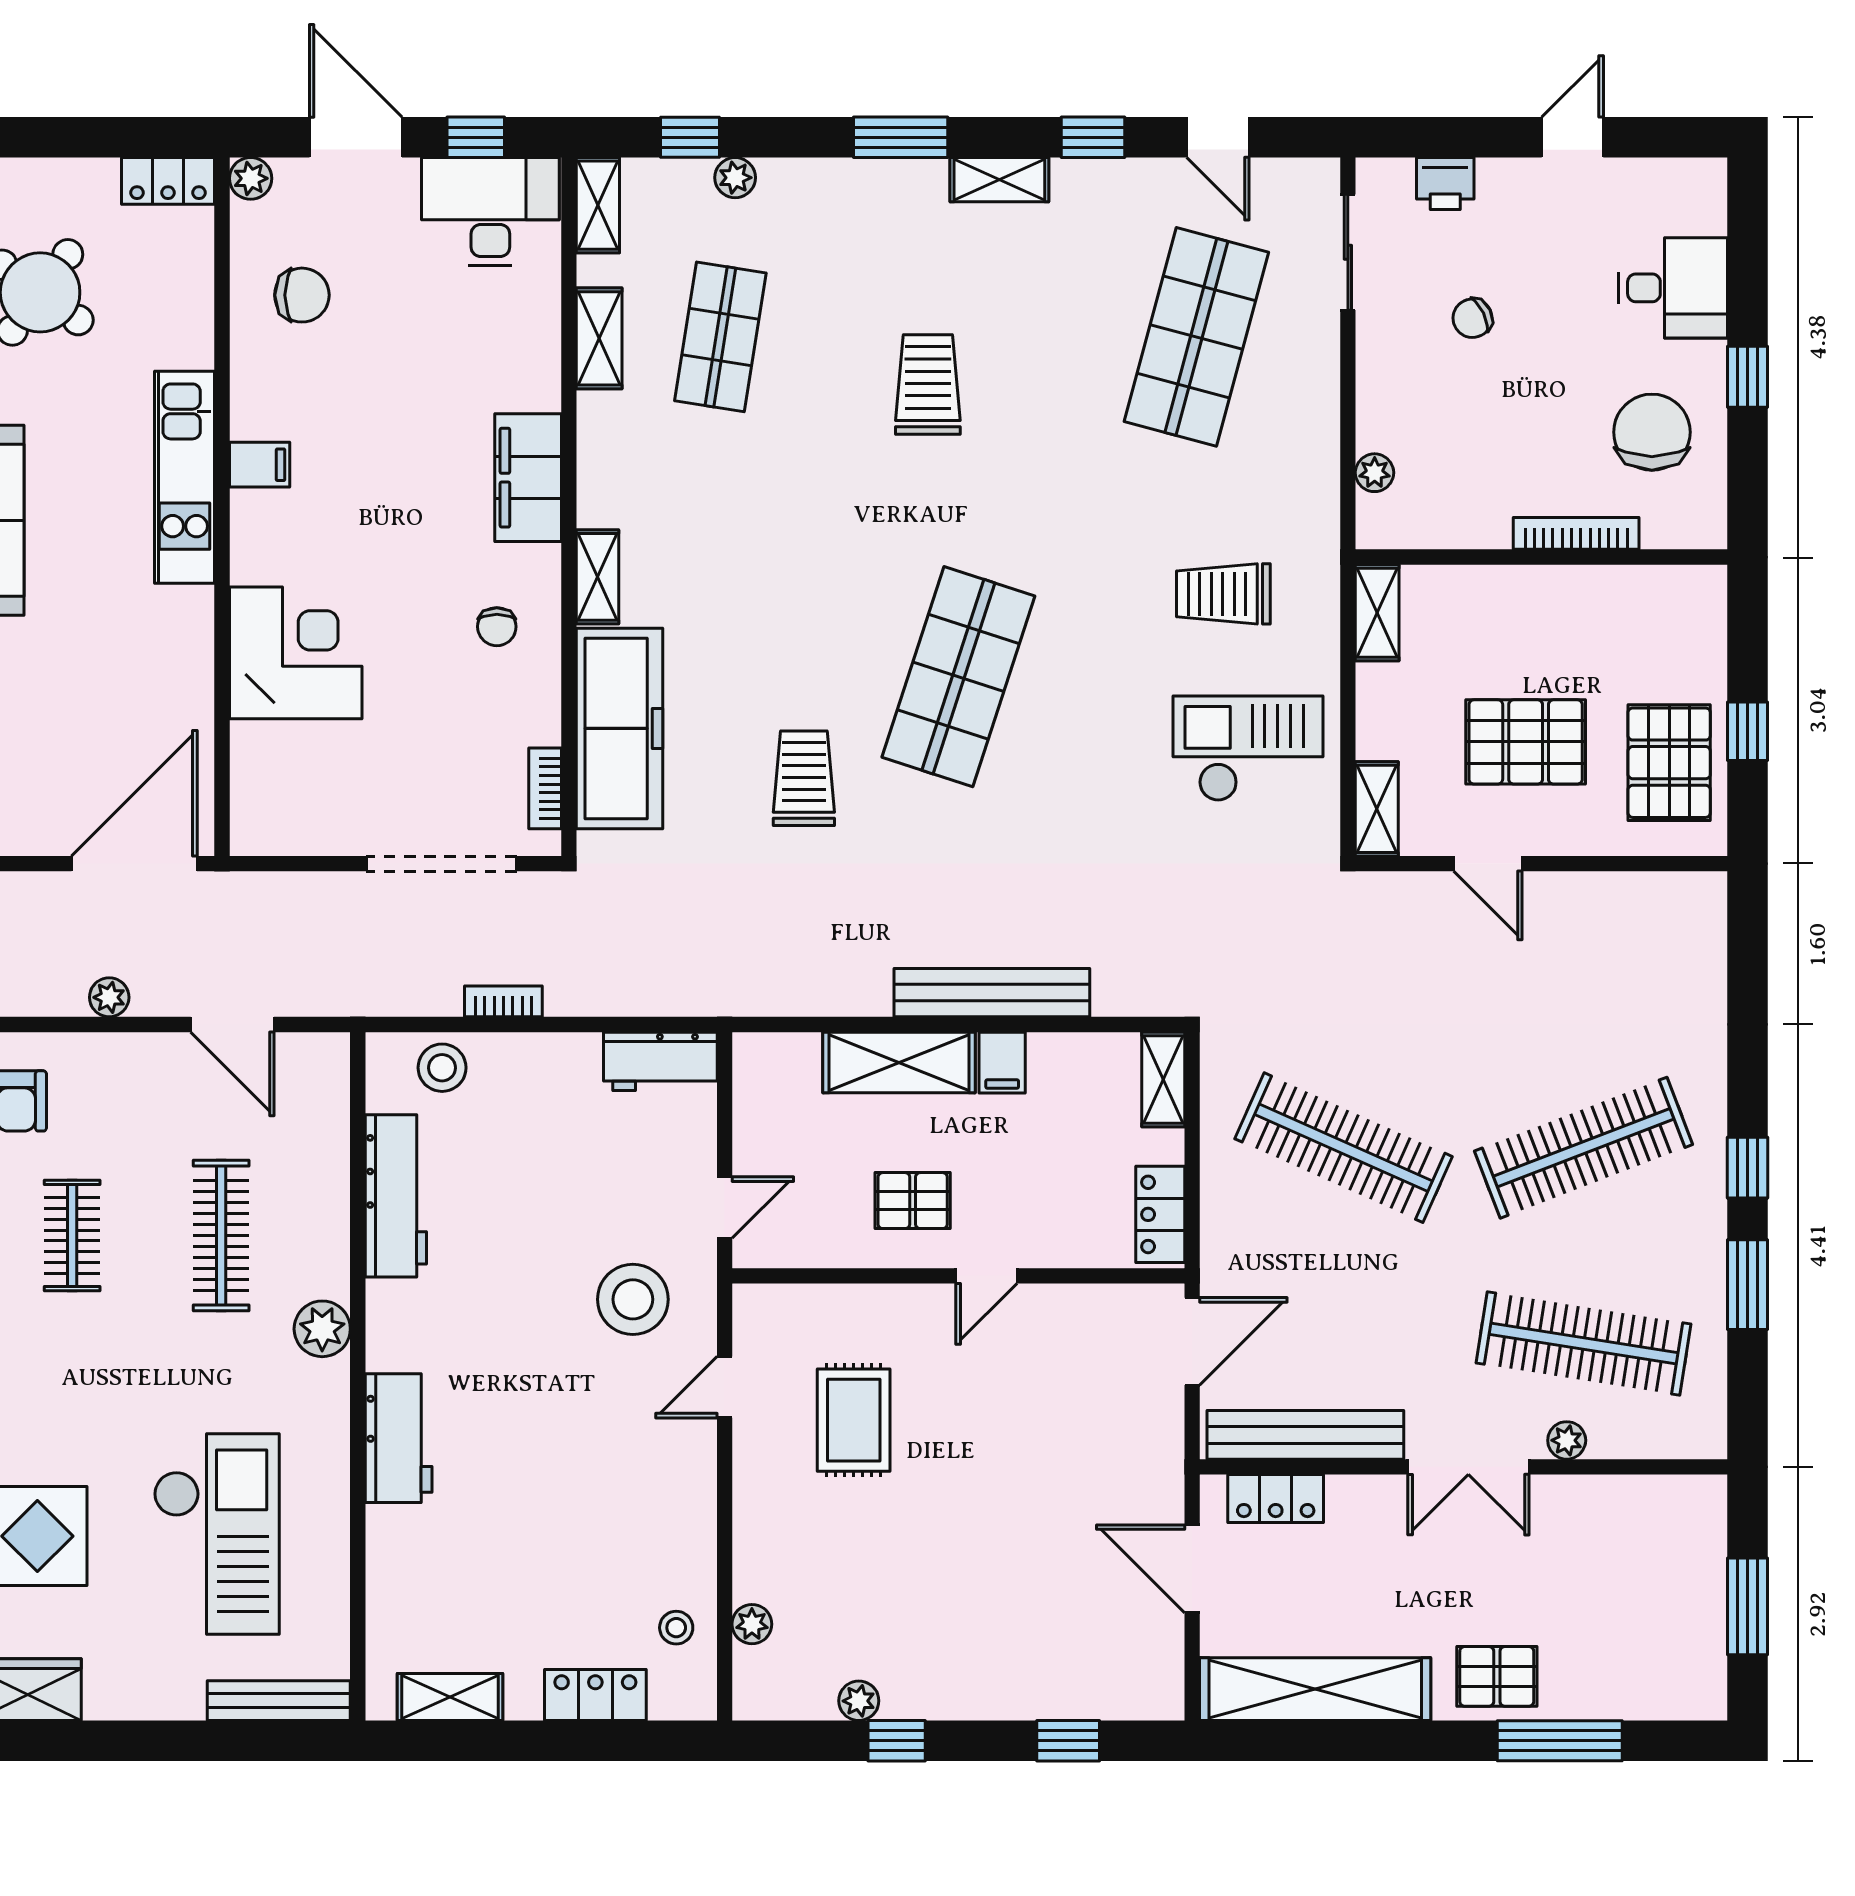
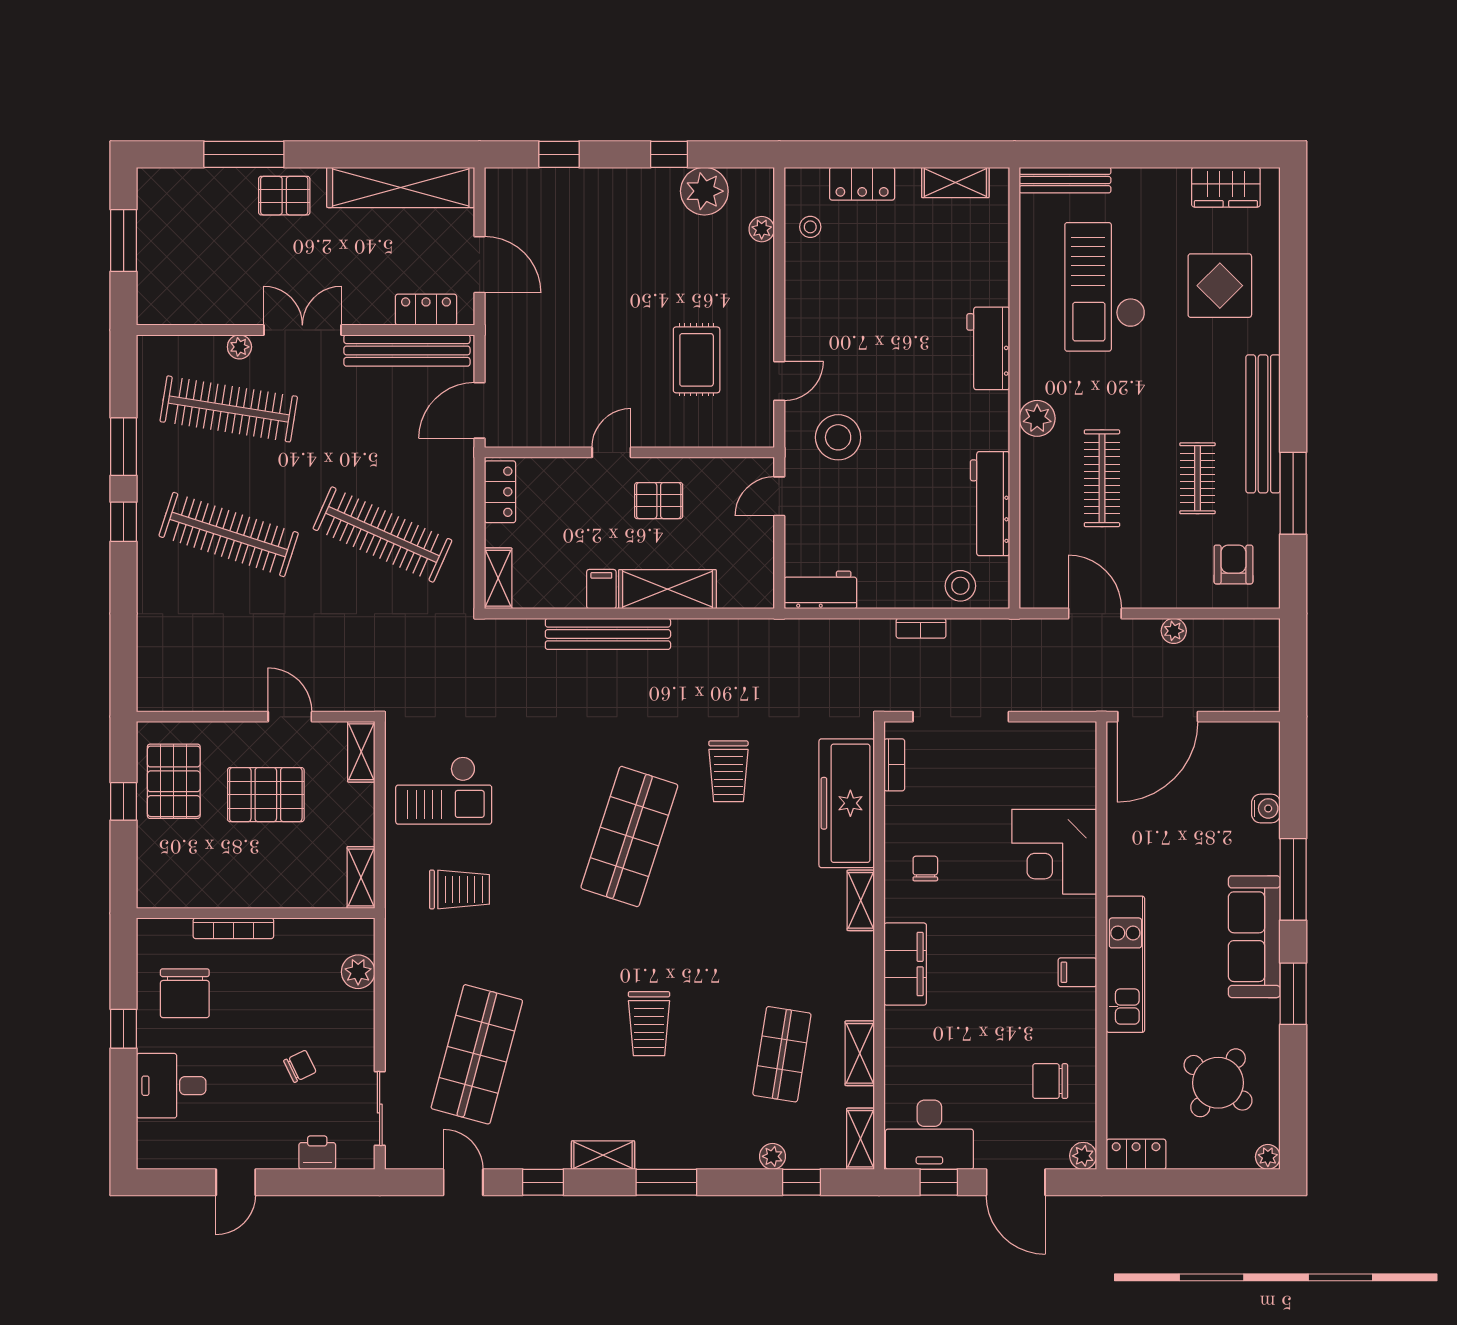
plant: (1375, 473) -> (358, 972), width x1.38, depth x1.38
clothes rail: (1584, 1148) -> (229, 535), turned 39
plant: (859, 1701) -> (704, 191), width x1.88, depth x1.88

